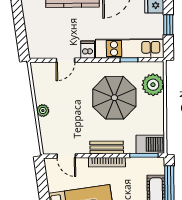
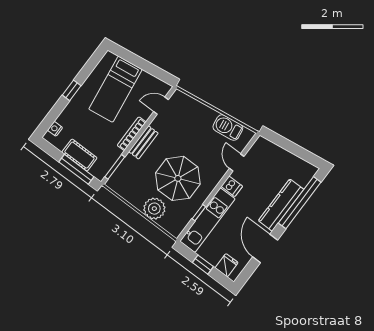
plant: (153, 85) -> (154, 209), moved
plant: (43, 111) -> (211, 114), removed
barbecue: (150, 144) -> (228, 127), moved, turned 82

